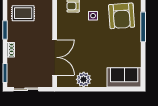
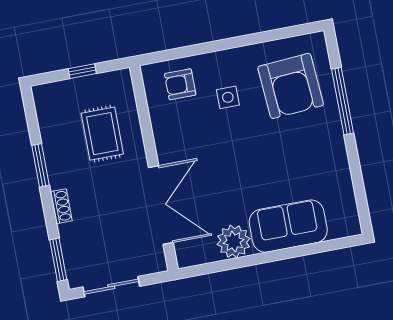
rug: (23, 13) -> (102, 134), moved, turned 90
sofa: (124, 77) -> (288, 226), moved

